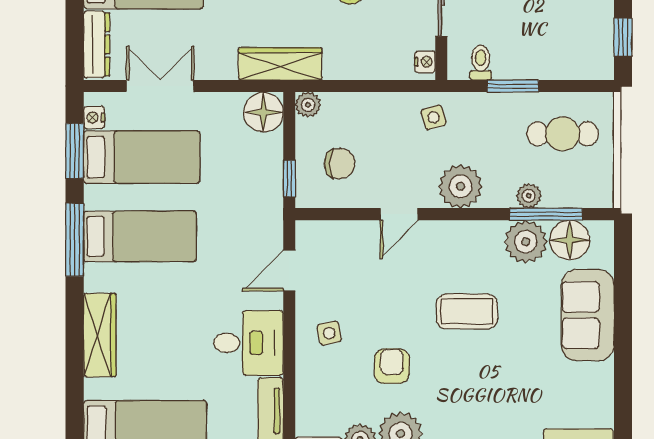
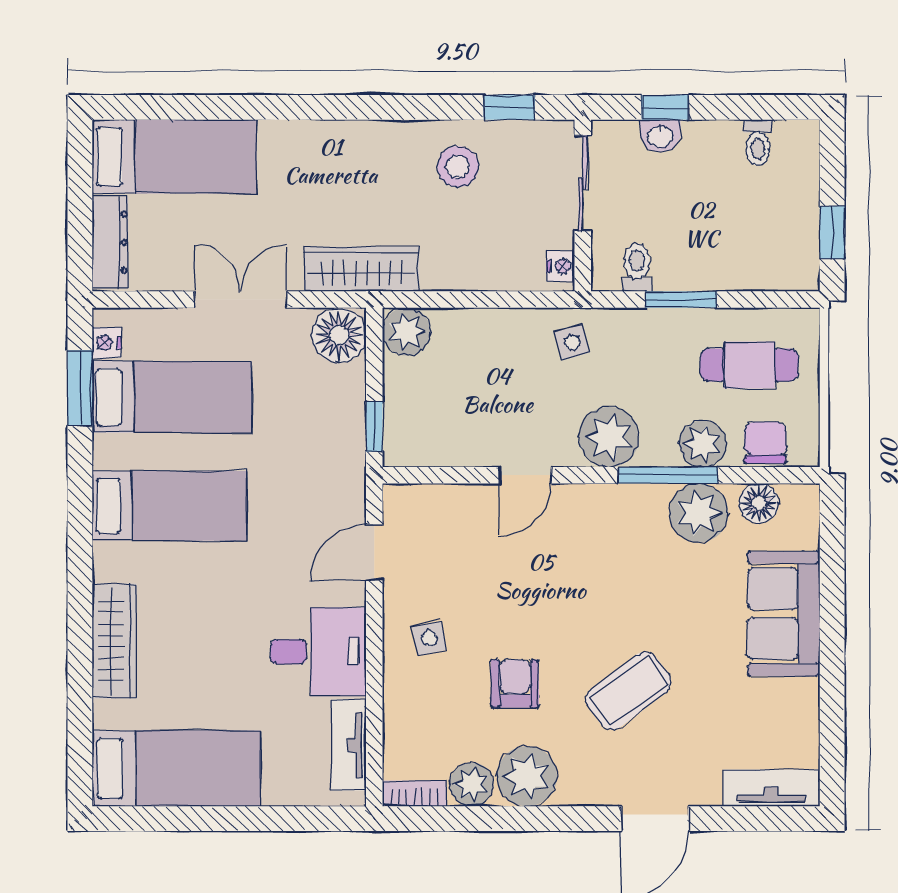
double door: (160, 86) -> (241, 299), moved
plant: (308, 105) -> (407, 332), width x1.38, depth x1.38
chair: (339, 164) -> (765, 443), moved, turned -90
plant: (529, 196) -> (703, 444), width x1.38, depth x1.38
window: (546, 214) -> (668, 475), moved
window: (75, 240) -> (80, 510), removed
floor lamp: (570, 240) -> (759, 503), width x0.73, depth x0.73
coffee table: (467, 311) -> (628, 691), moved, turned -37

